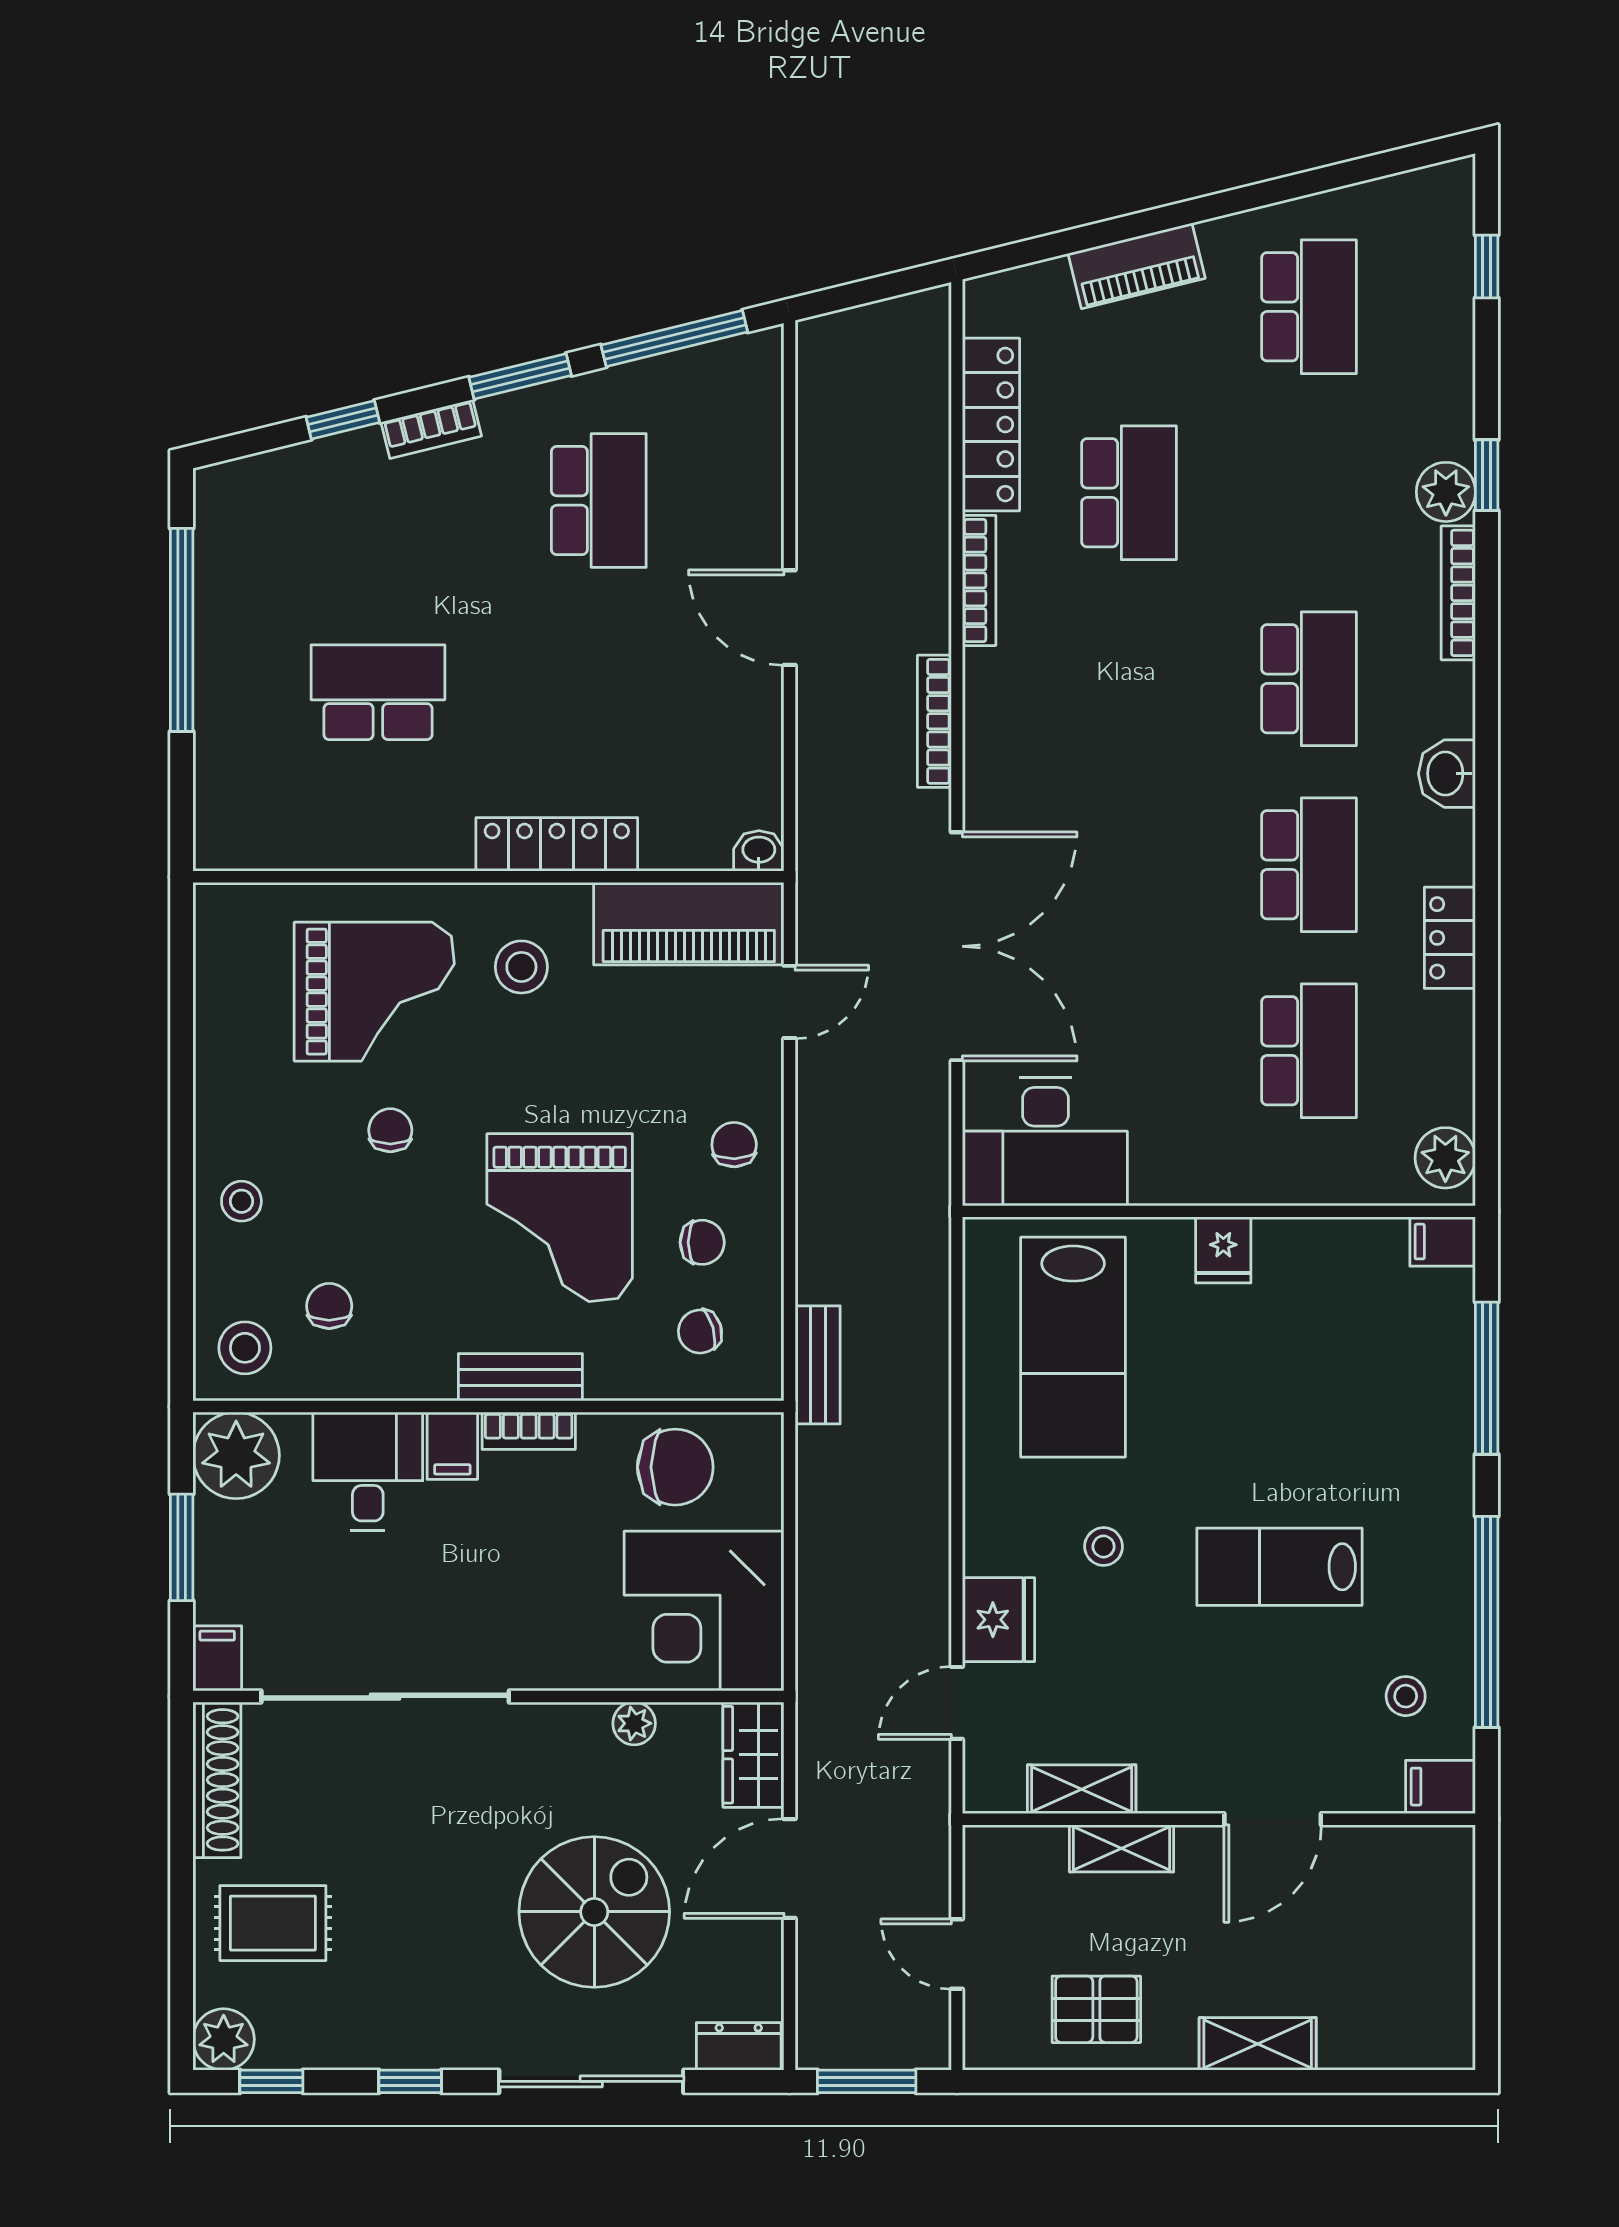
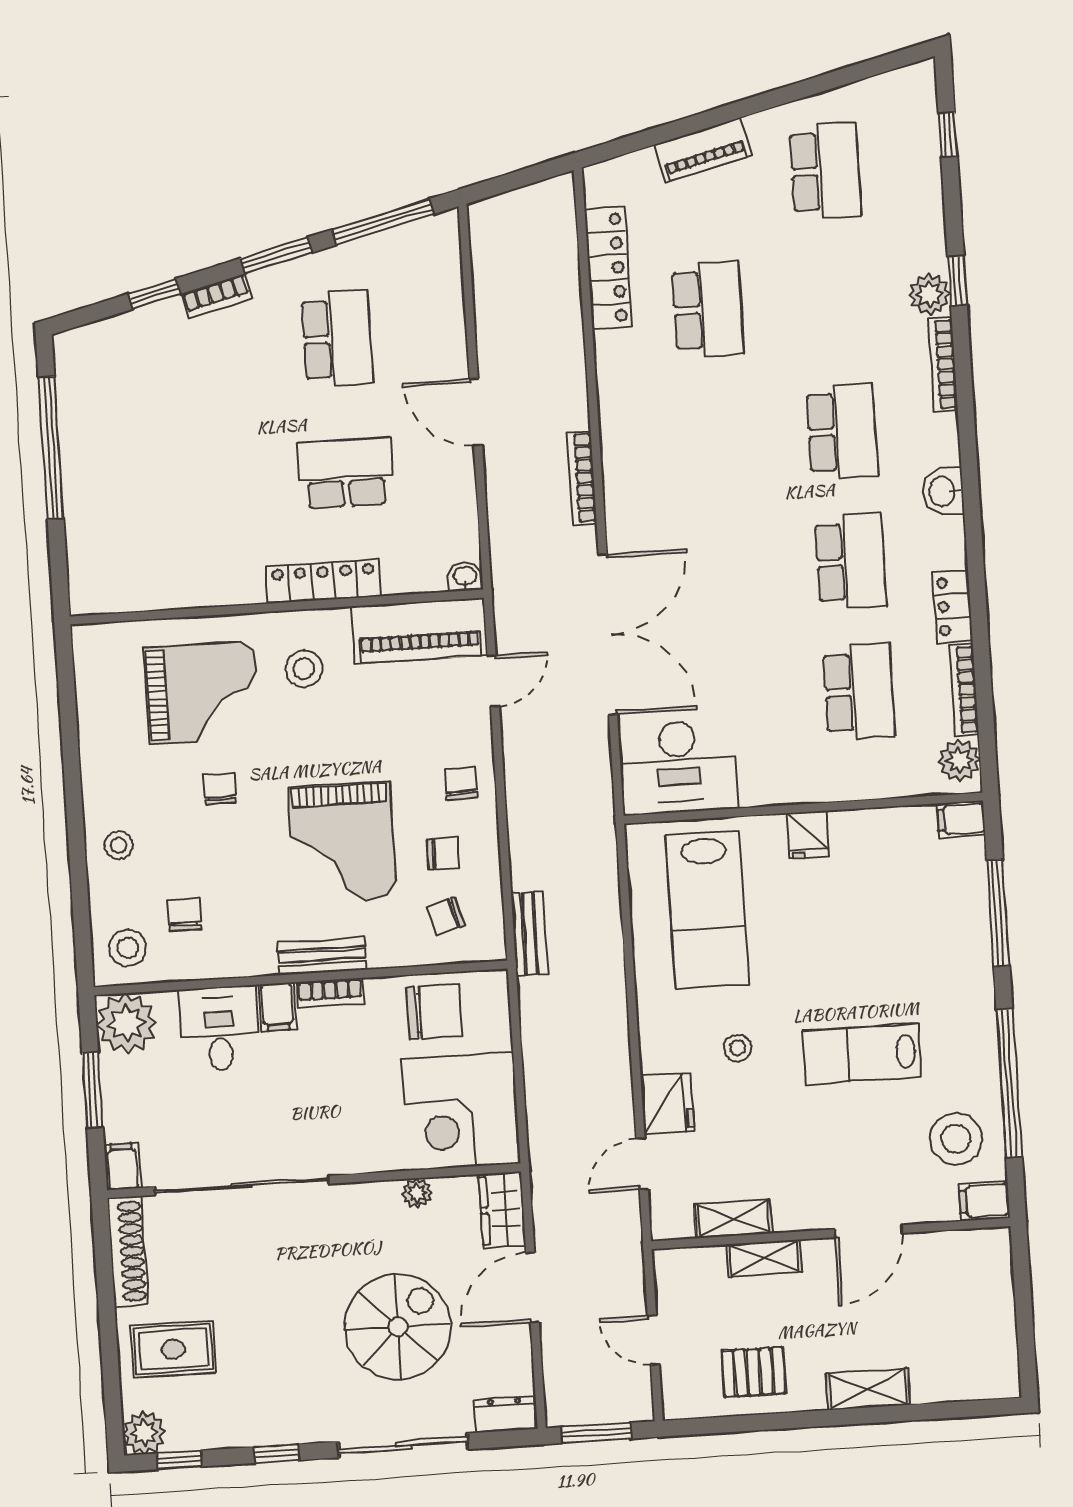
bookcase: (979, 580) -> (964, 690), moved, turned 180
school desk: (378, 692) -> (346, 473), moved
stool: (1406, 1696) -> (956, 1139), width x1.89, depth x1.89

